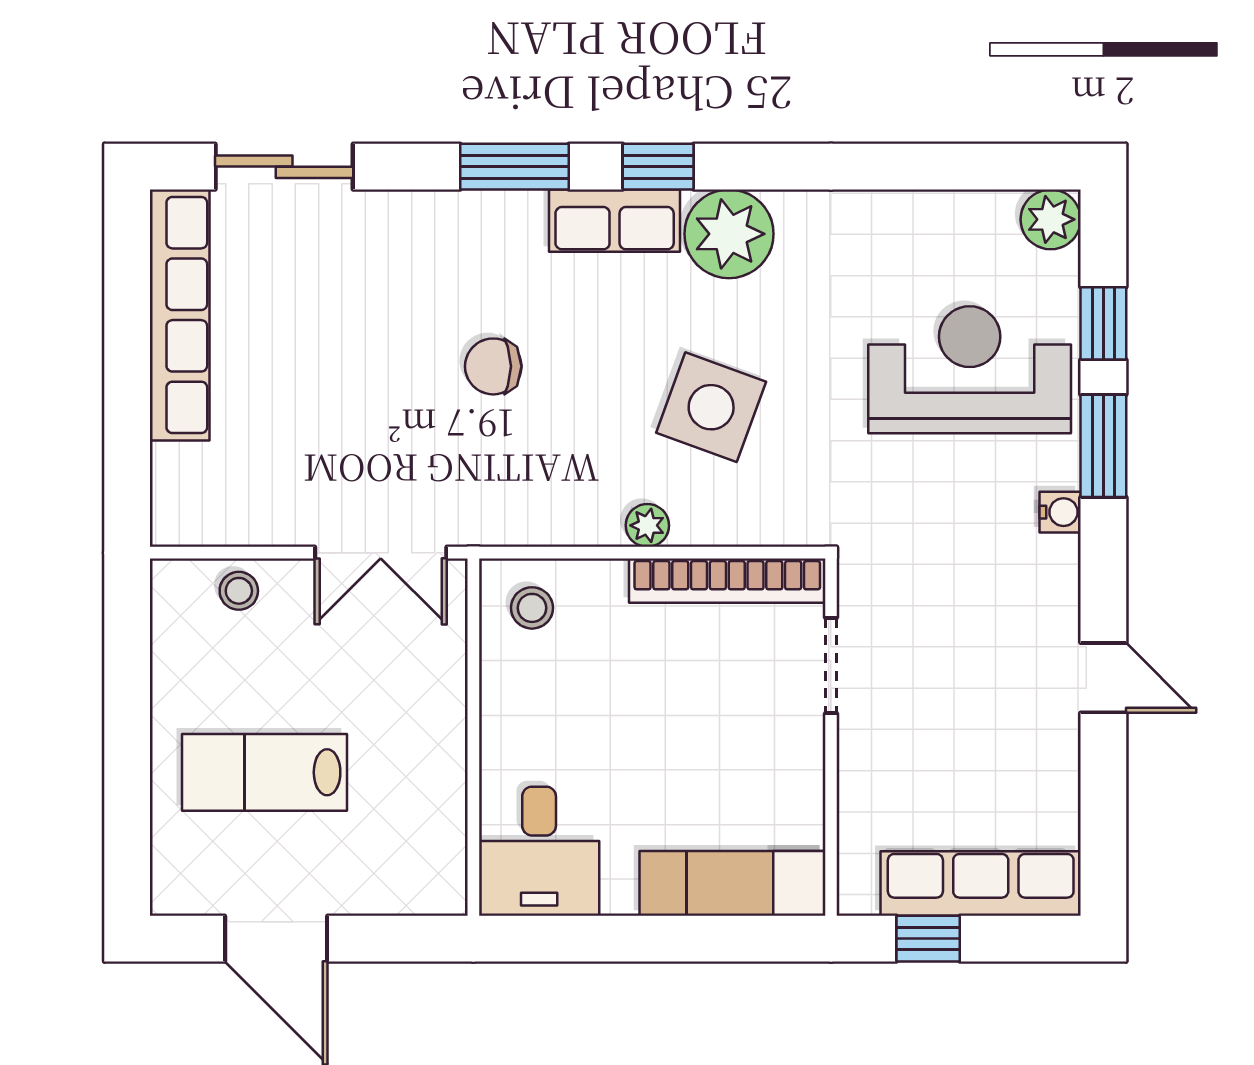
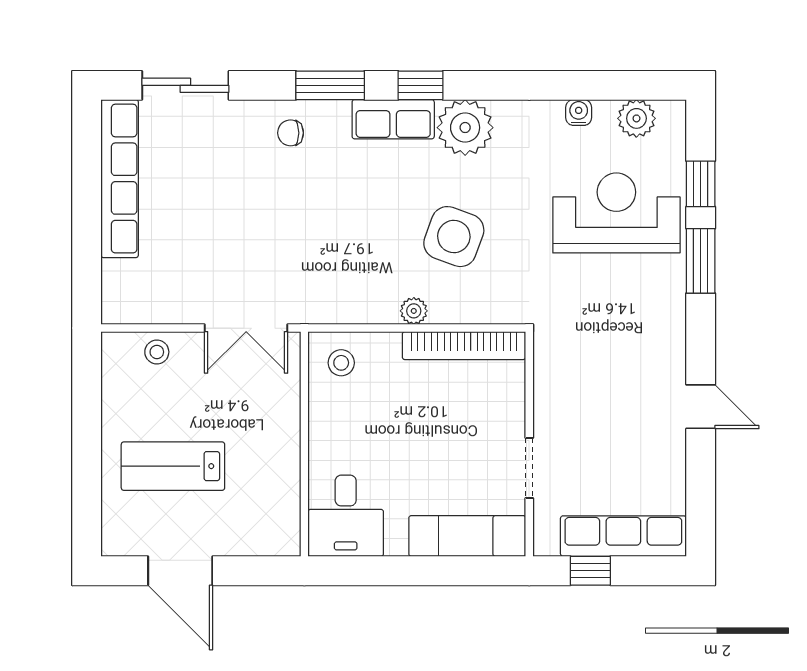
plant: (1051, 219) -> (636, 118), moved
chair: (493, 366) -> (291, 133), moved, width x0.73, depth x0.73
water cooler: (1060, 512) -> (579, 112), moved, turned -90
doorway: (831, 666) -> (529, 468), moved

